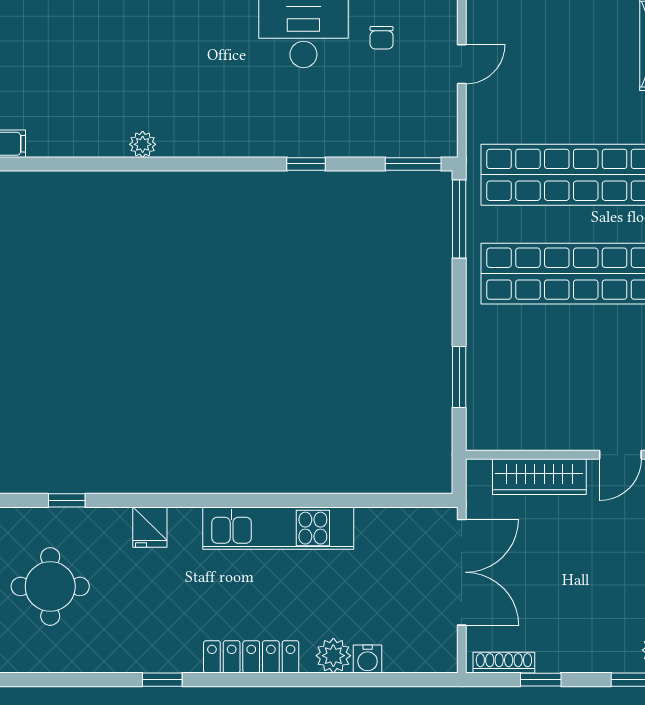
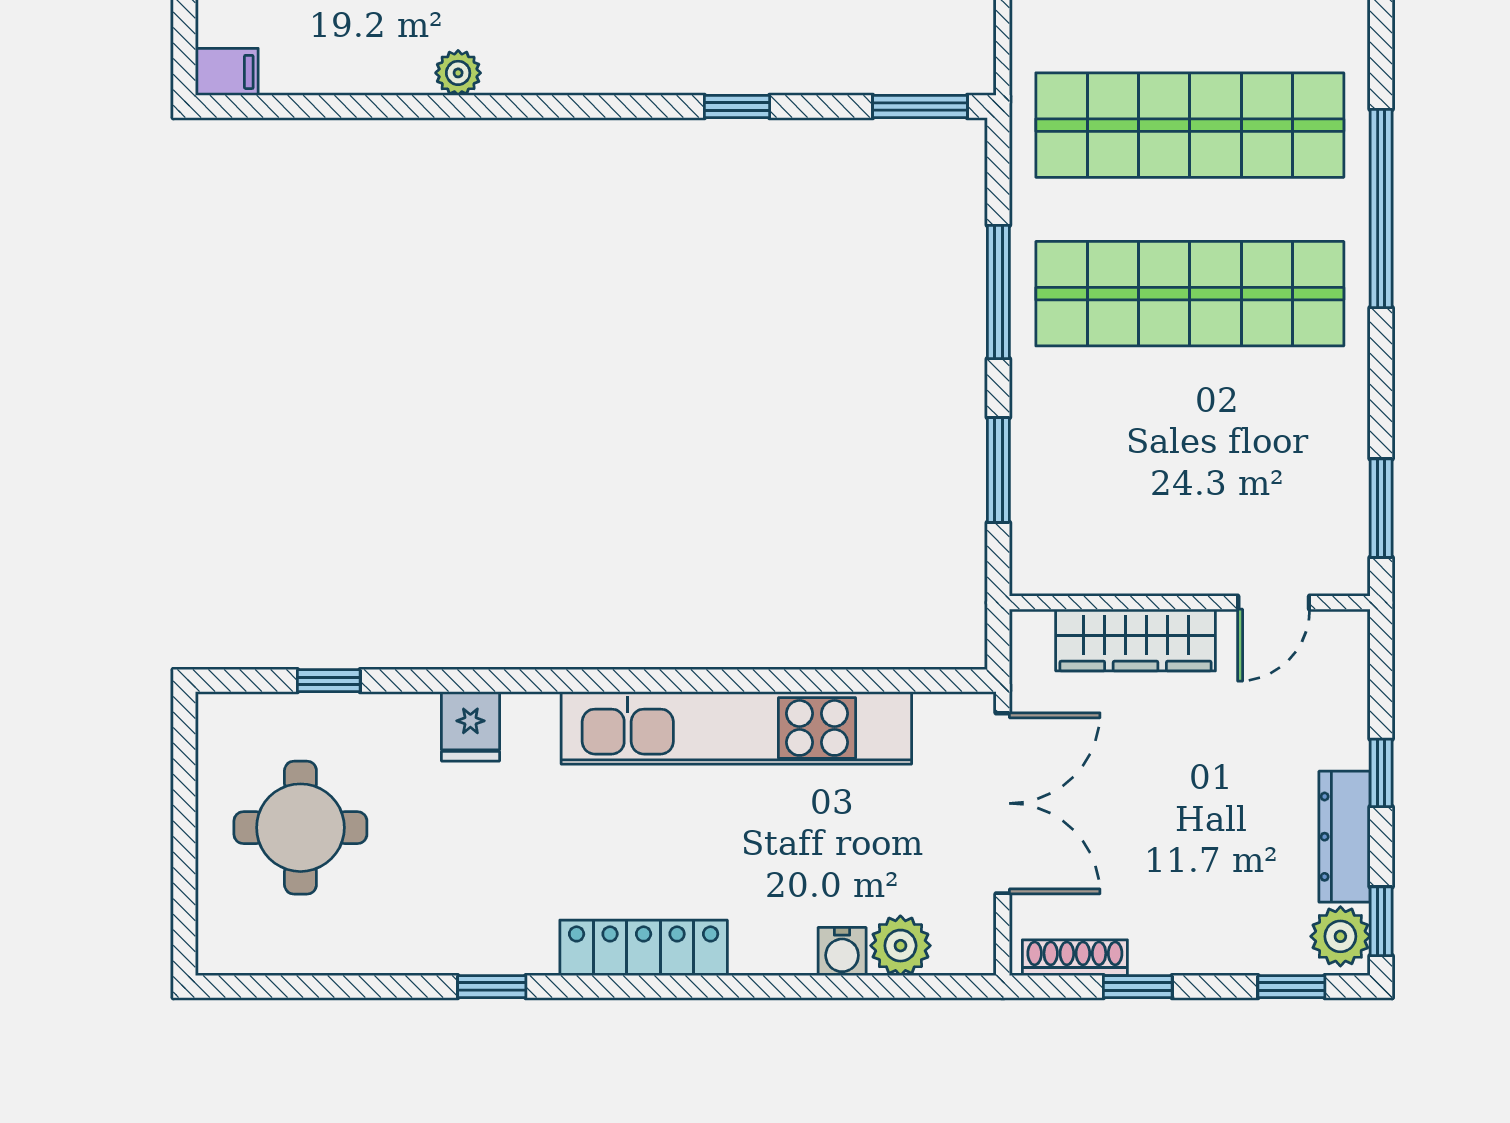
window: (459, 219) -> (998, 292), moved
kitchen unit: (278, 528) -> (736, 728), width x1.36
plant: (333, 656) -> (900, 946), moved

